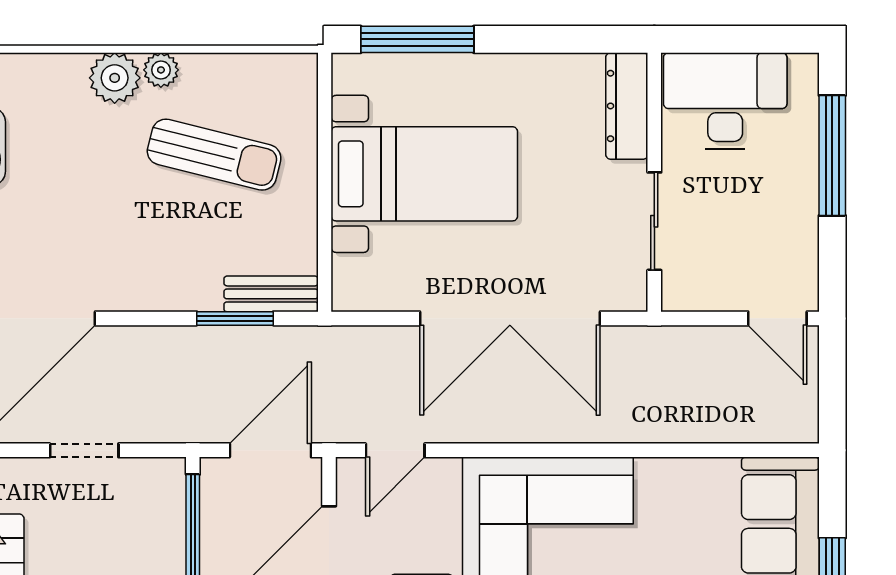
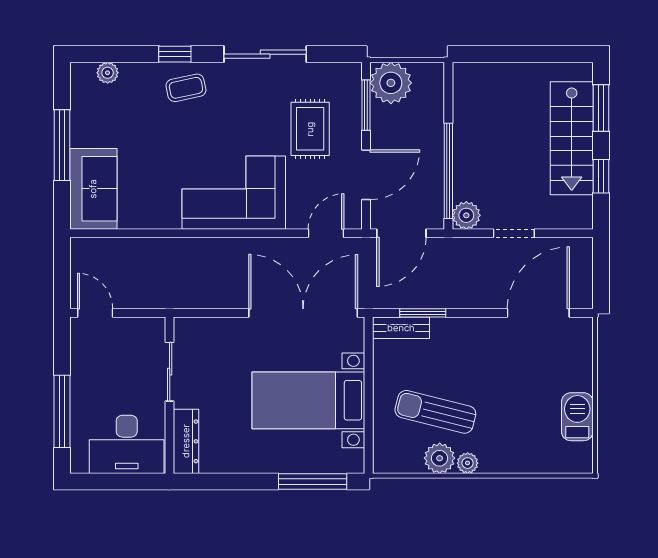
plant: (115, 78) -> (440, 458), moved
double door: (510, 318) -> (303, 313), moved
plant: (163, 480) -> (466, 215), added

